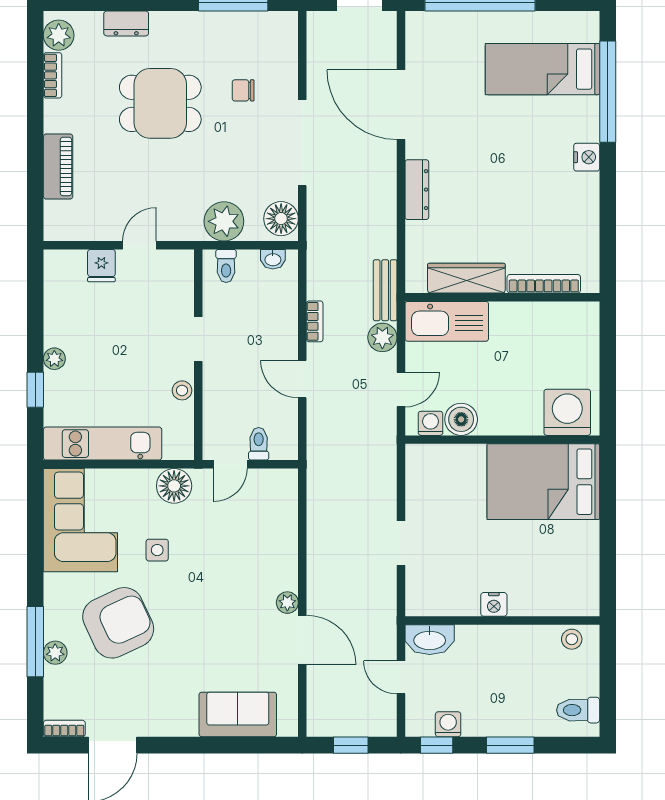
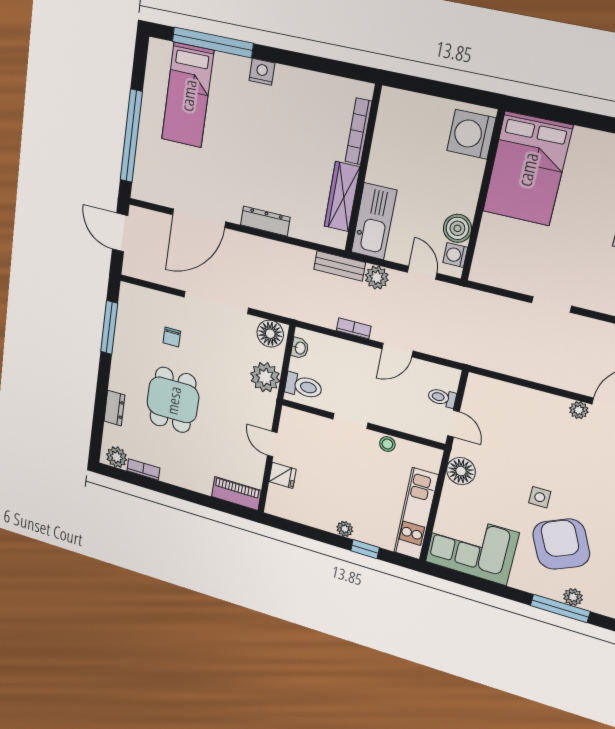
piano: (58, 166) -> (236, 493), moved
toilet: (226, 266) -> (303, 386), width x1.37, depth x1.39
side table: (157, 550) -> (540, 497), moved

